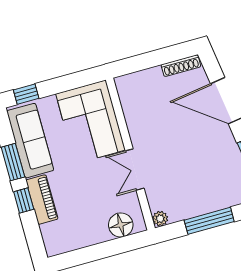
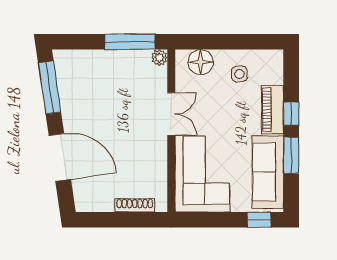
shoe rack: (181, 66) -> (135, 205), moved
window: (209, 221) -> (130, 42), moved
side table: (82, 224) -> (239, 74), added

